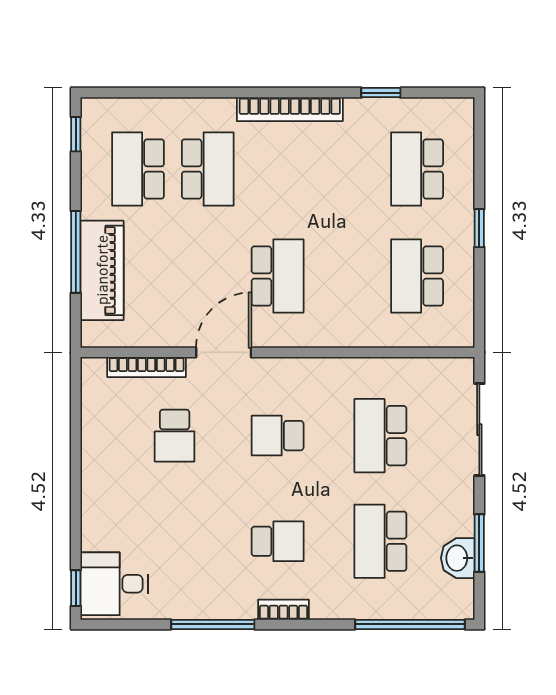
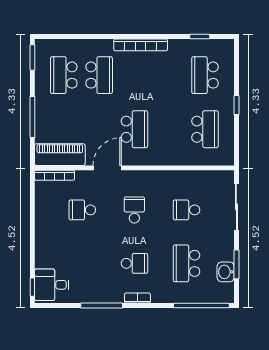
window: (381, 93) -> (200, 36), moved
window: (76, 134) -> (32, 57), width x1.50
piano: (102, 270) -> (60, 155), moved, turned -90
school desk: (417, 276) -> (205, 129), turned 180
bookcase: (147, 367) -> (55, 175), moved
school desk: (175, 436) -> (82, 210), turned 90
school desk: (278, 436) -> (134, 210), turned 90
school desk: (380, 436) -> (186, 210), width x0.54

